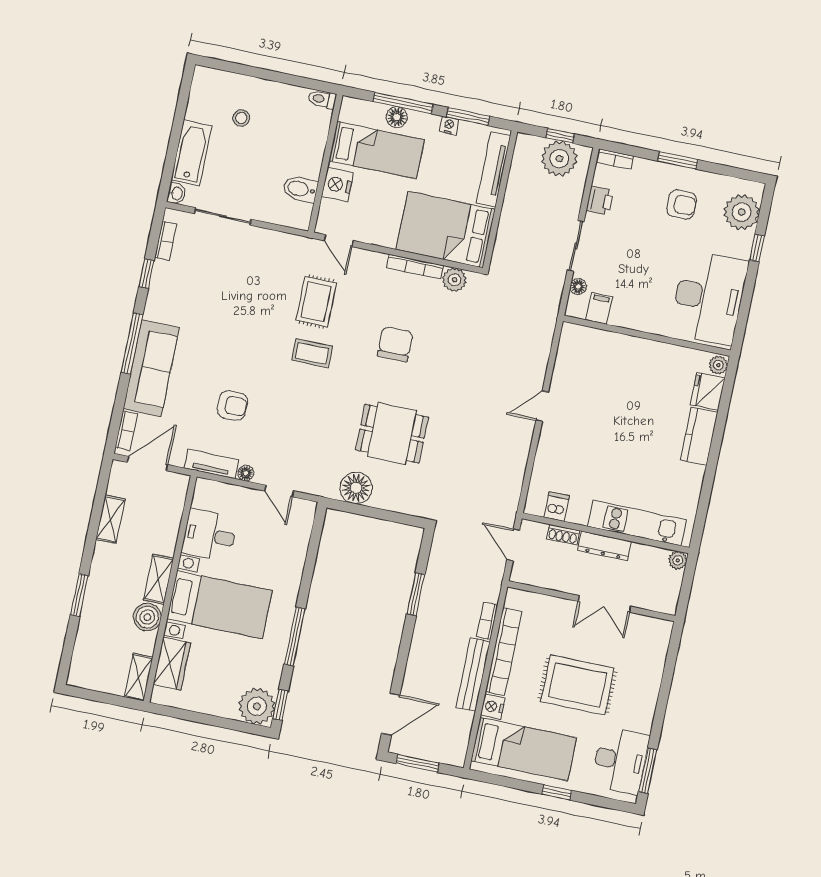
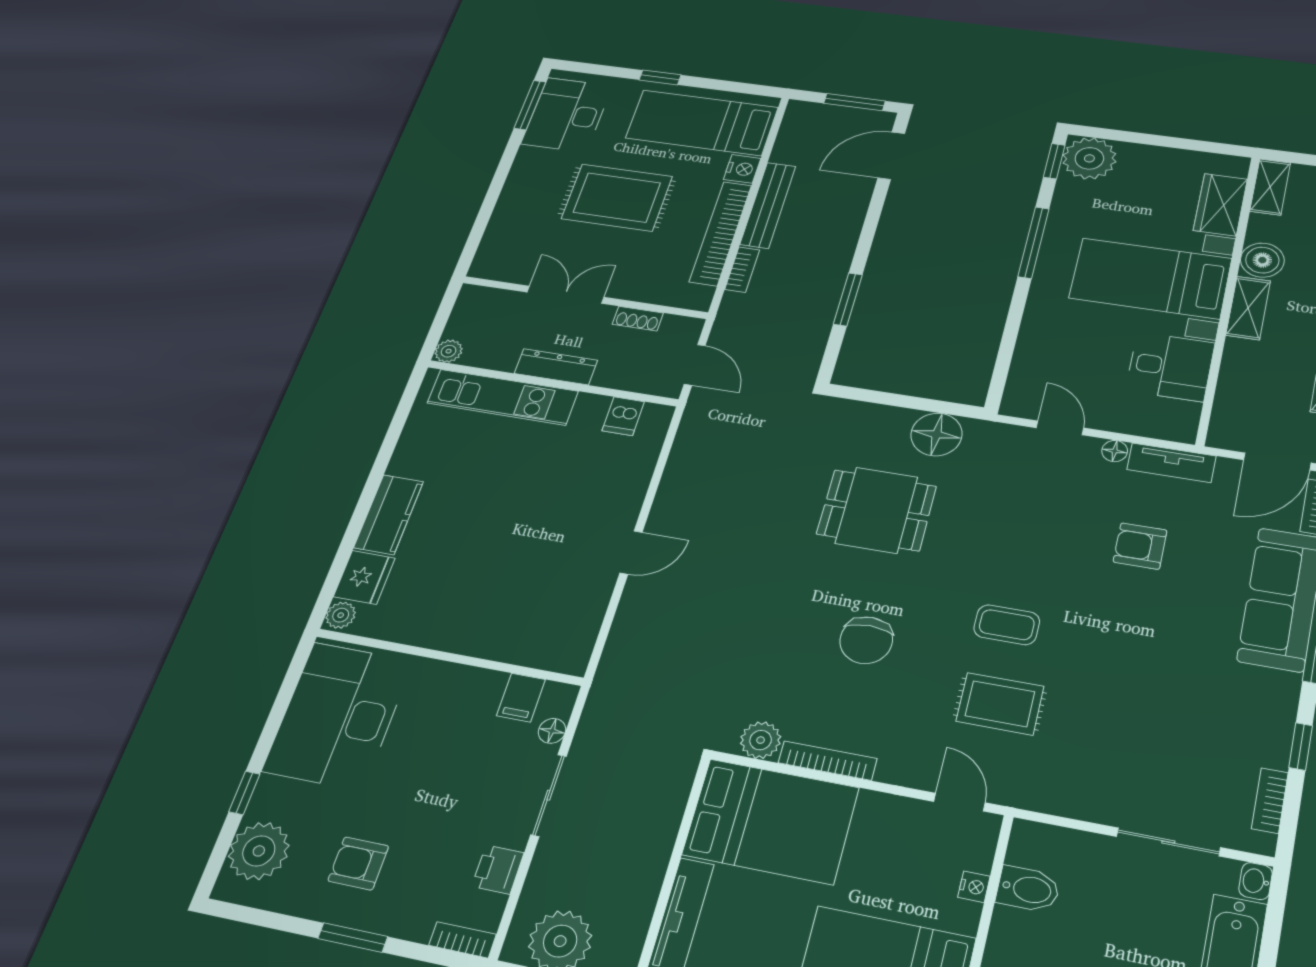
nightstand: (337, 185) -> (974, 887), width x0.53, depth x0.56
rug: (316, 302) -> (1000, 704), turned 90
shoe rack: (563, 535) -> (638, 319), moved, turned 180

